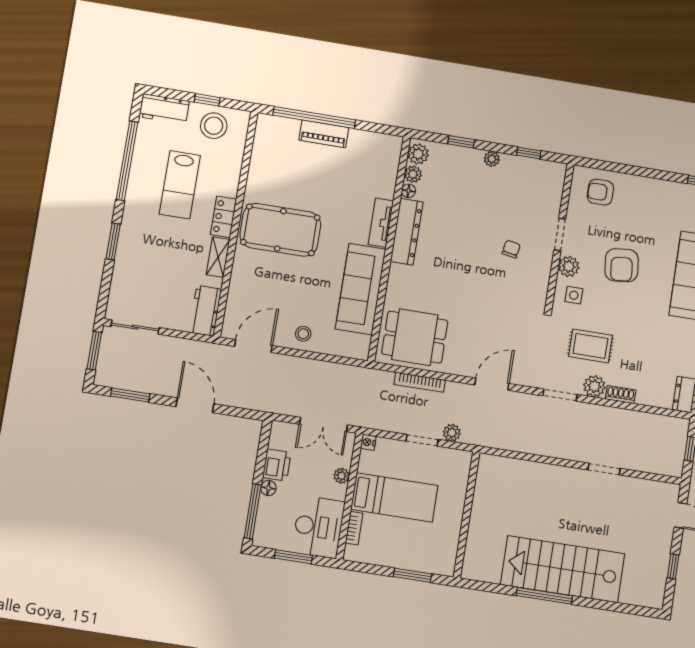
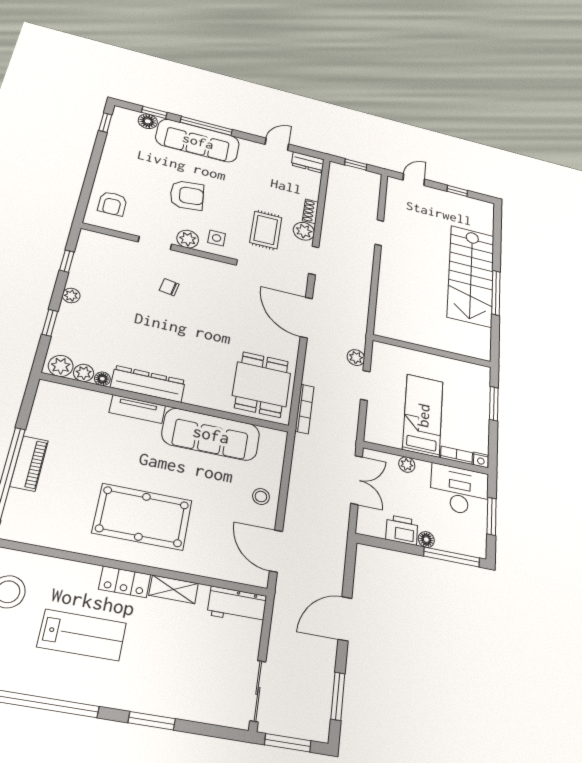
pool table: (280, 230) -> (142, 517), turned 90
bookcase: (420, 382) -> (304, 409), moved
door: (492, 384) -> (306, 318), width x1.36
nightstand: (368, 442) -> (481, 460), moved

